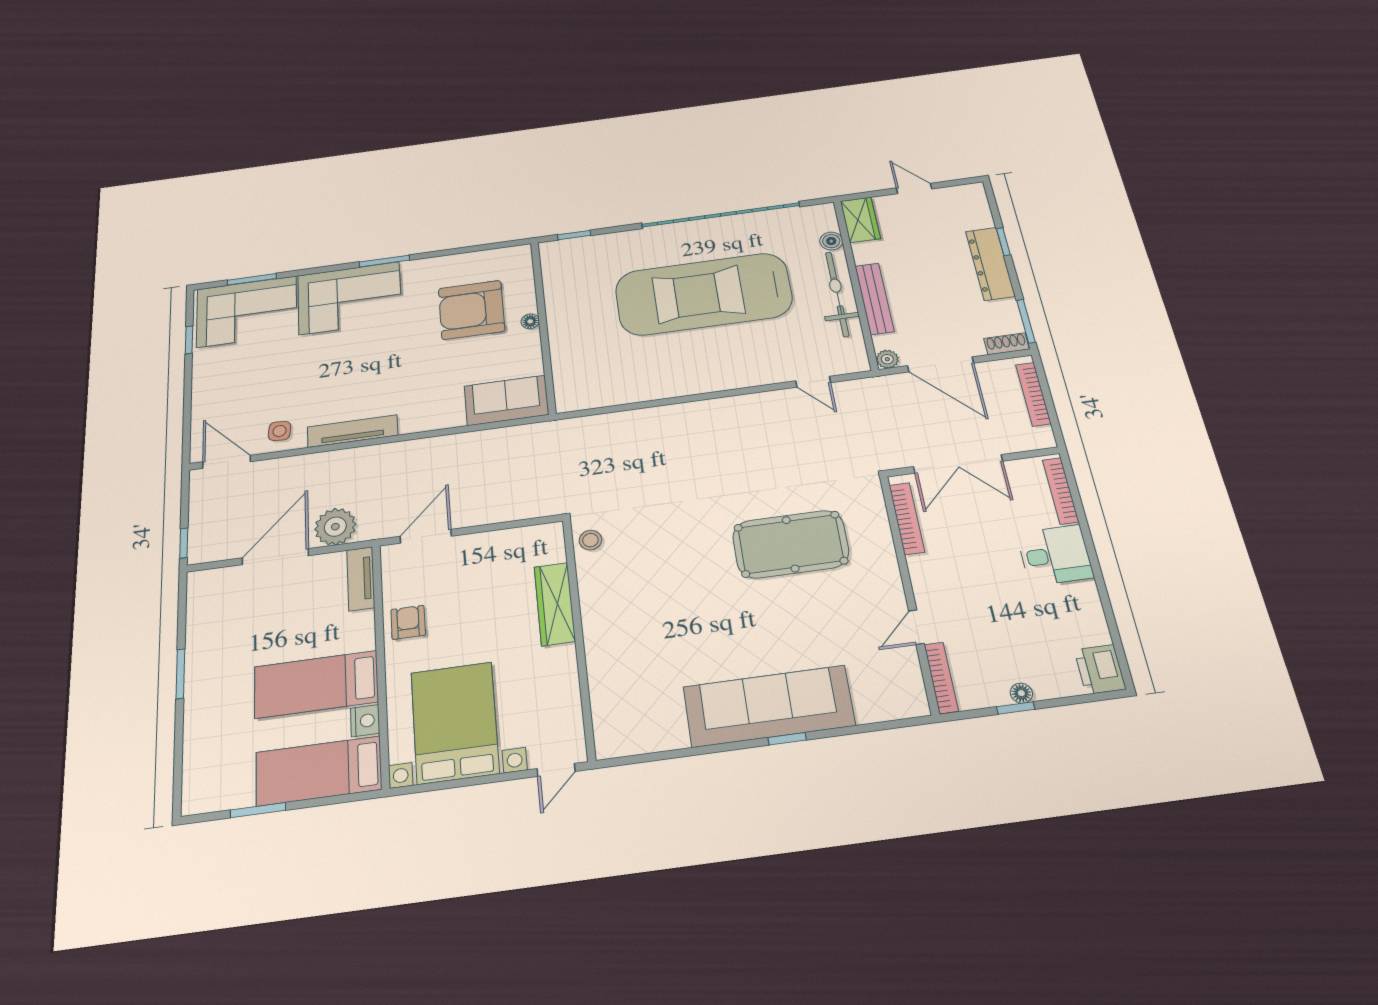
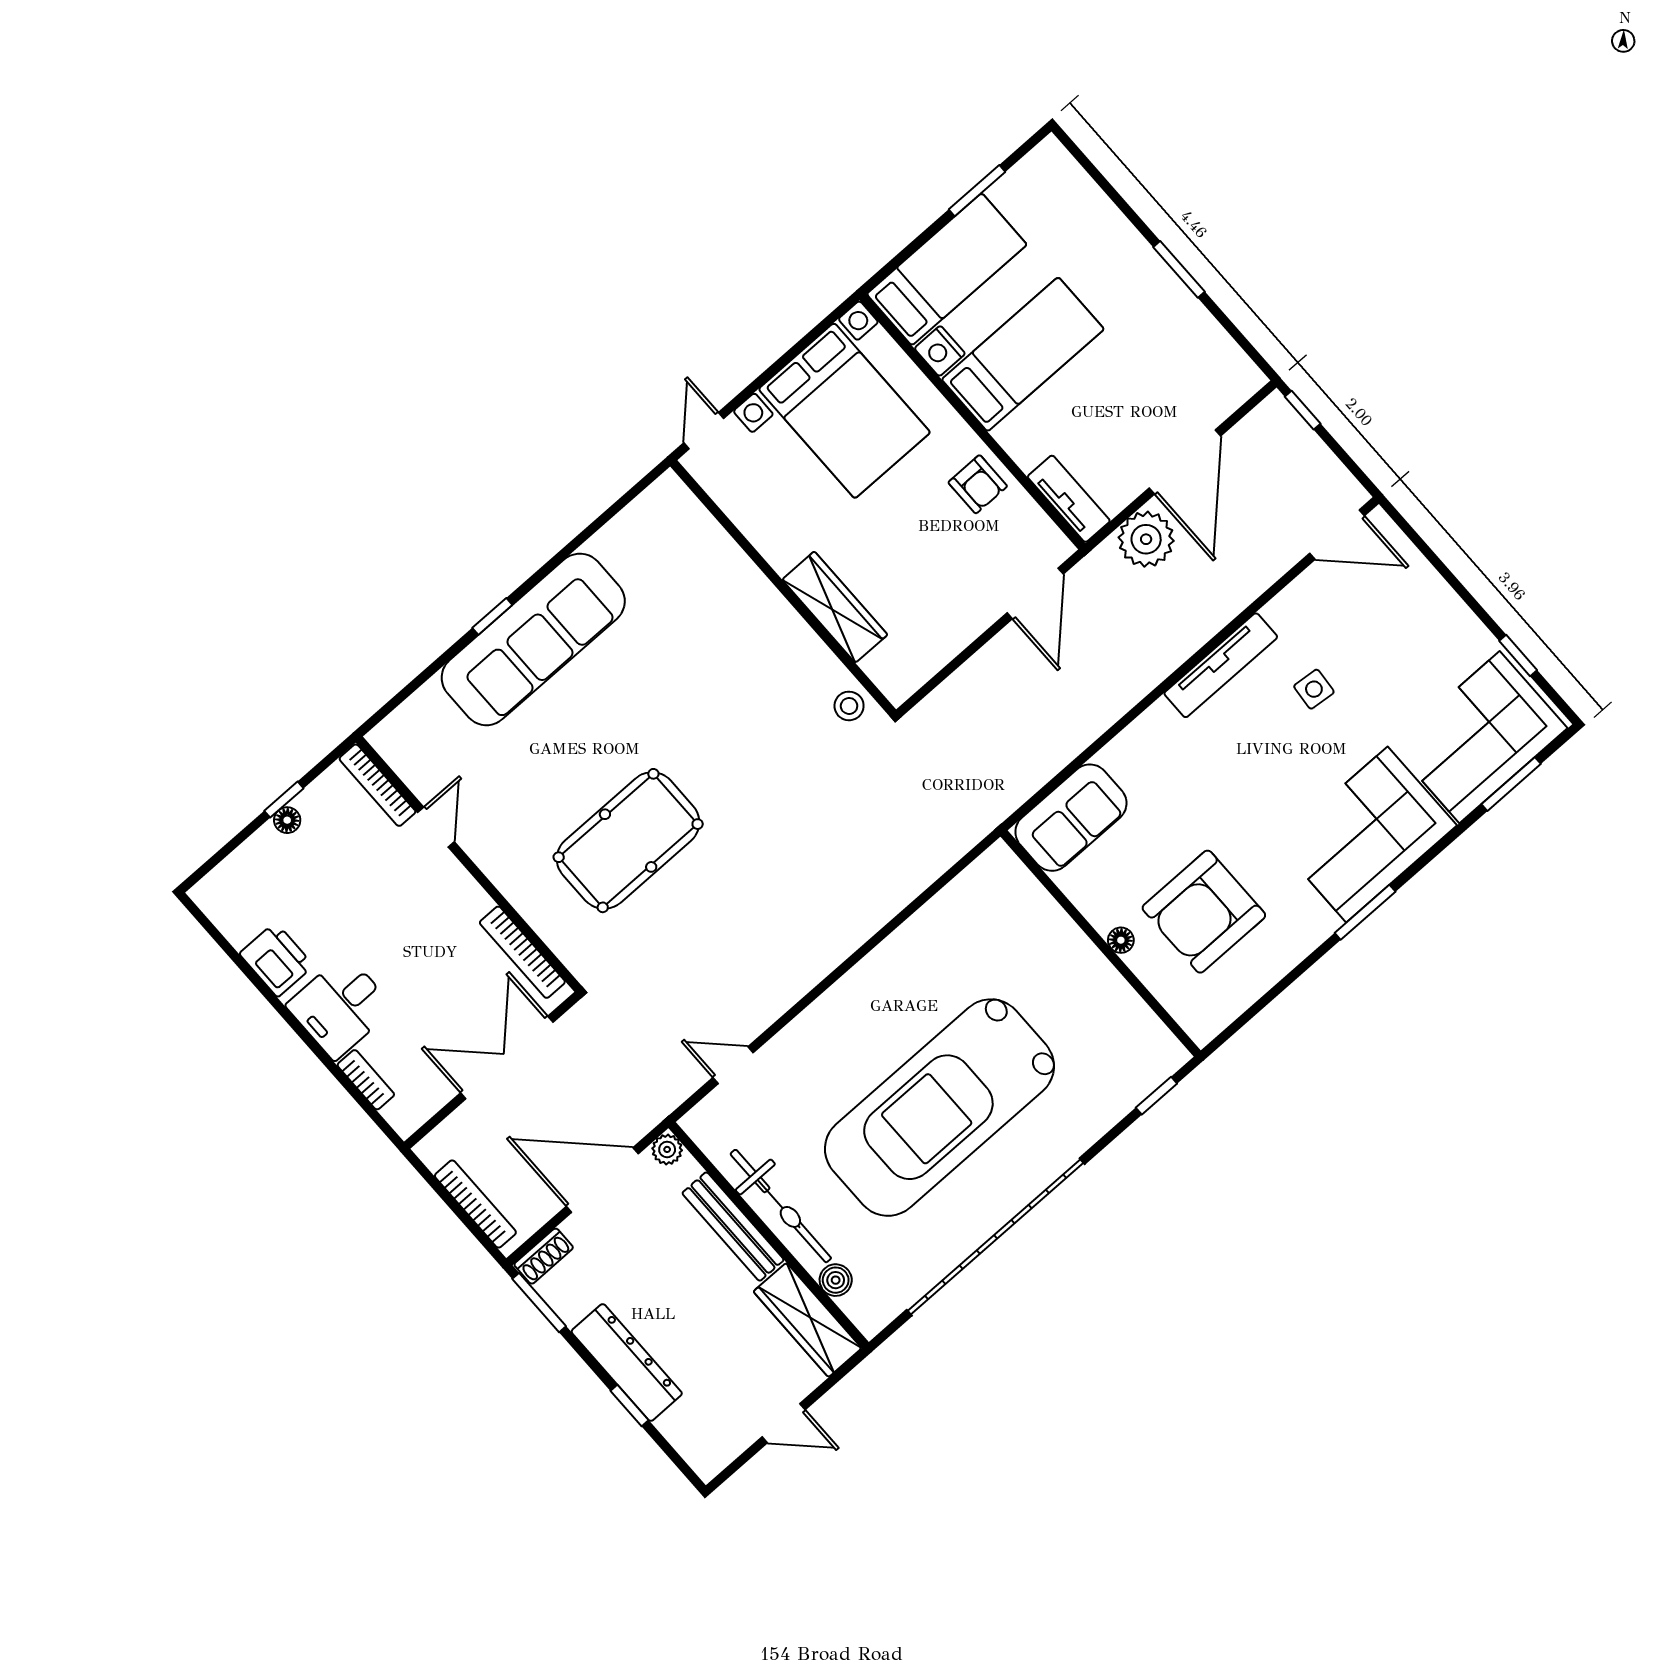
wardrobe: (860, 220) -> (808, 1320), width x1.50
car: (704, 294) -> (939, 1108), turned 180
armchair: (471, 310) -> (1204, 912), turned 180
side table: (279, 431) -> (1314, 689), moved
bookcase: (1061, 491) -> (366, 1080), width x0.64
printer: (1100, 669) -> (277, 960), moved

